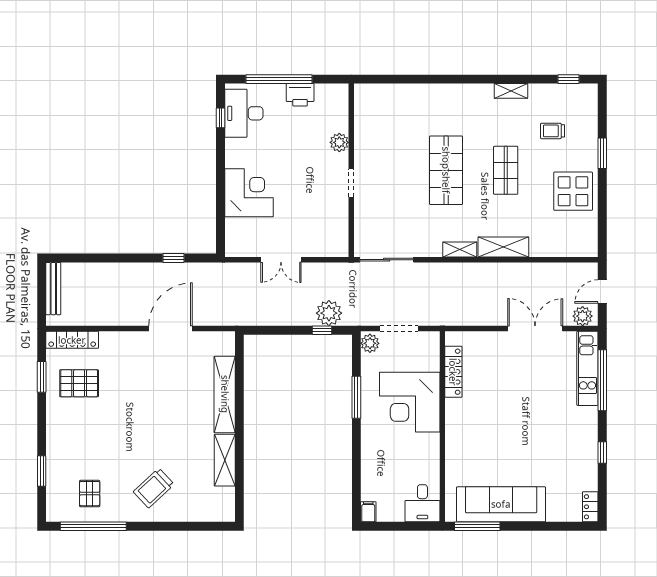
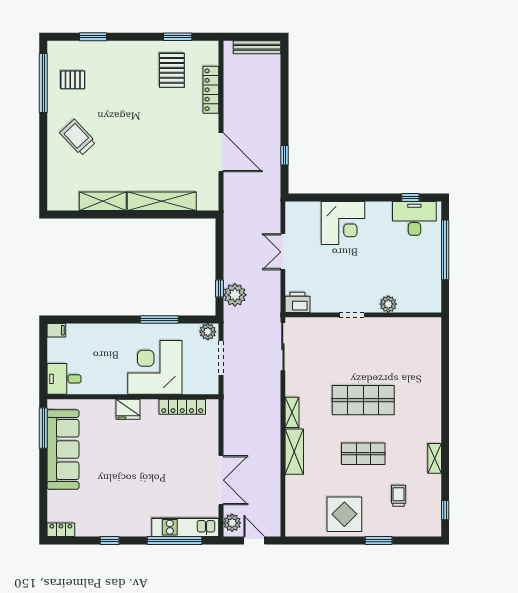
printer: (300, 95) -> (298, 302), moved, turned 90
locker: (72, 340) -> (211, 90), moved
fridge: (456, 432) -> (128, 409), added

